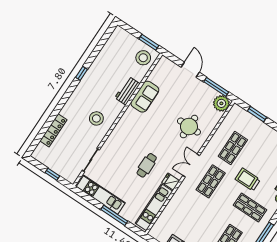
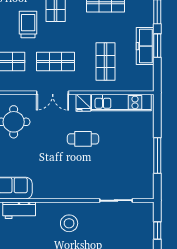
trolley: (248, 179) -> (28, 24), turned 180
kitchen unit: (101, 195) -> (145, 166), removed
window: (114, 215) -> (157, 155), moved
shop shelf: (188, 215) -> (105, 62), added

